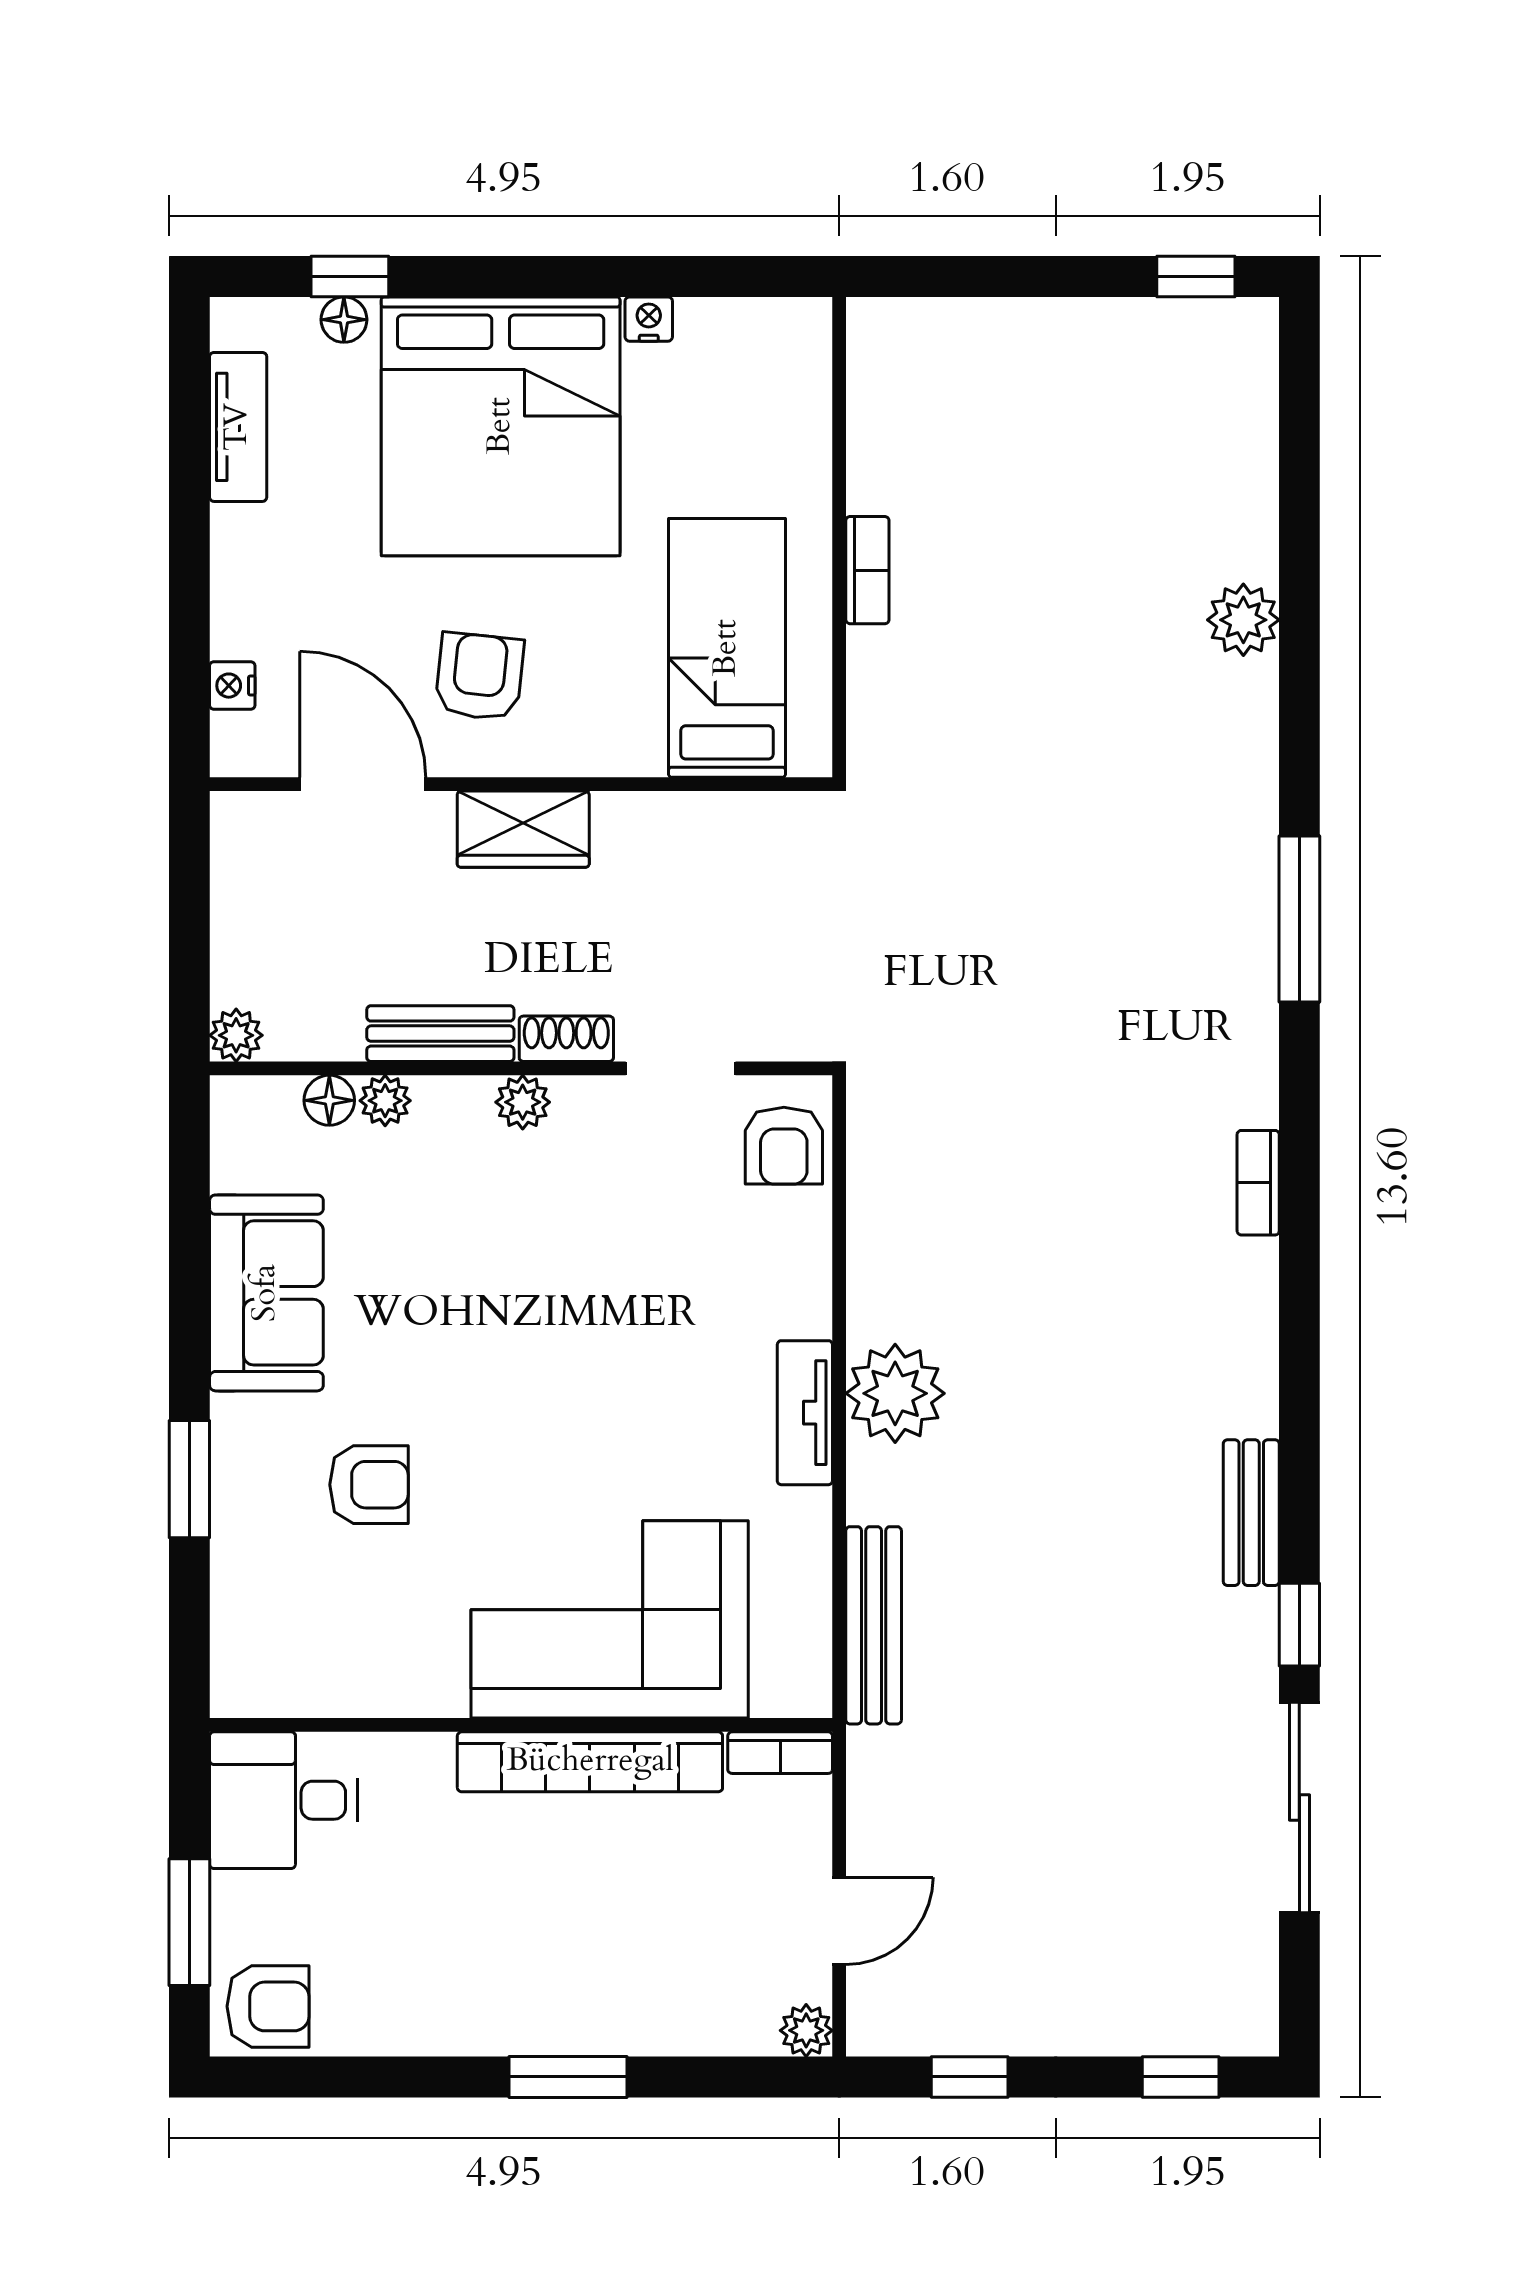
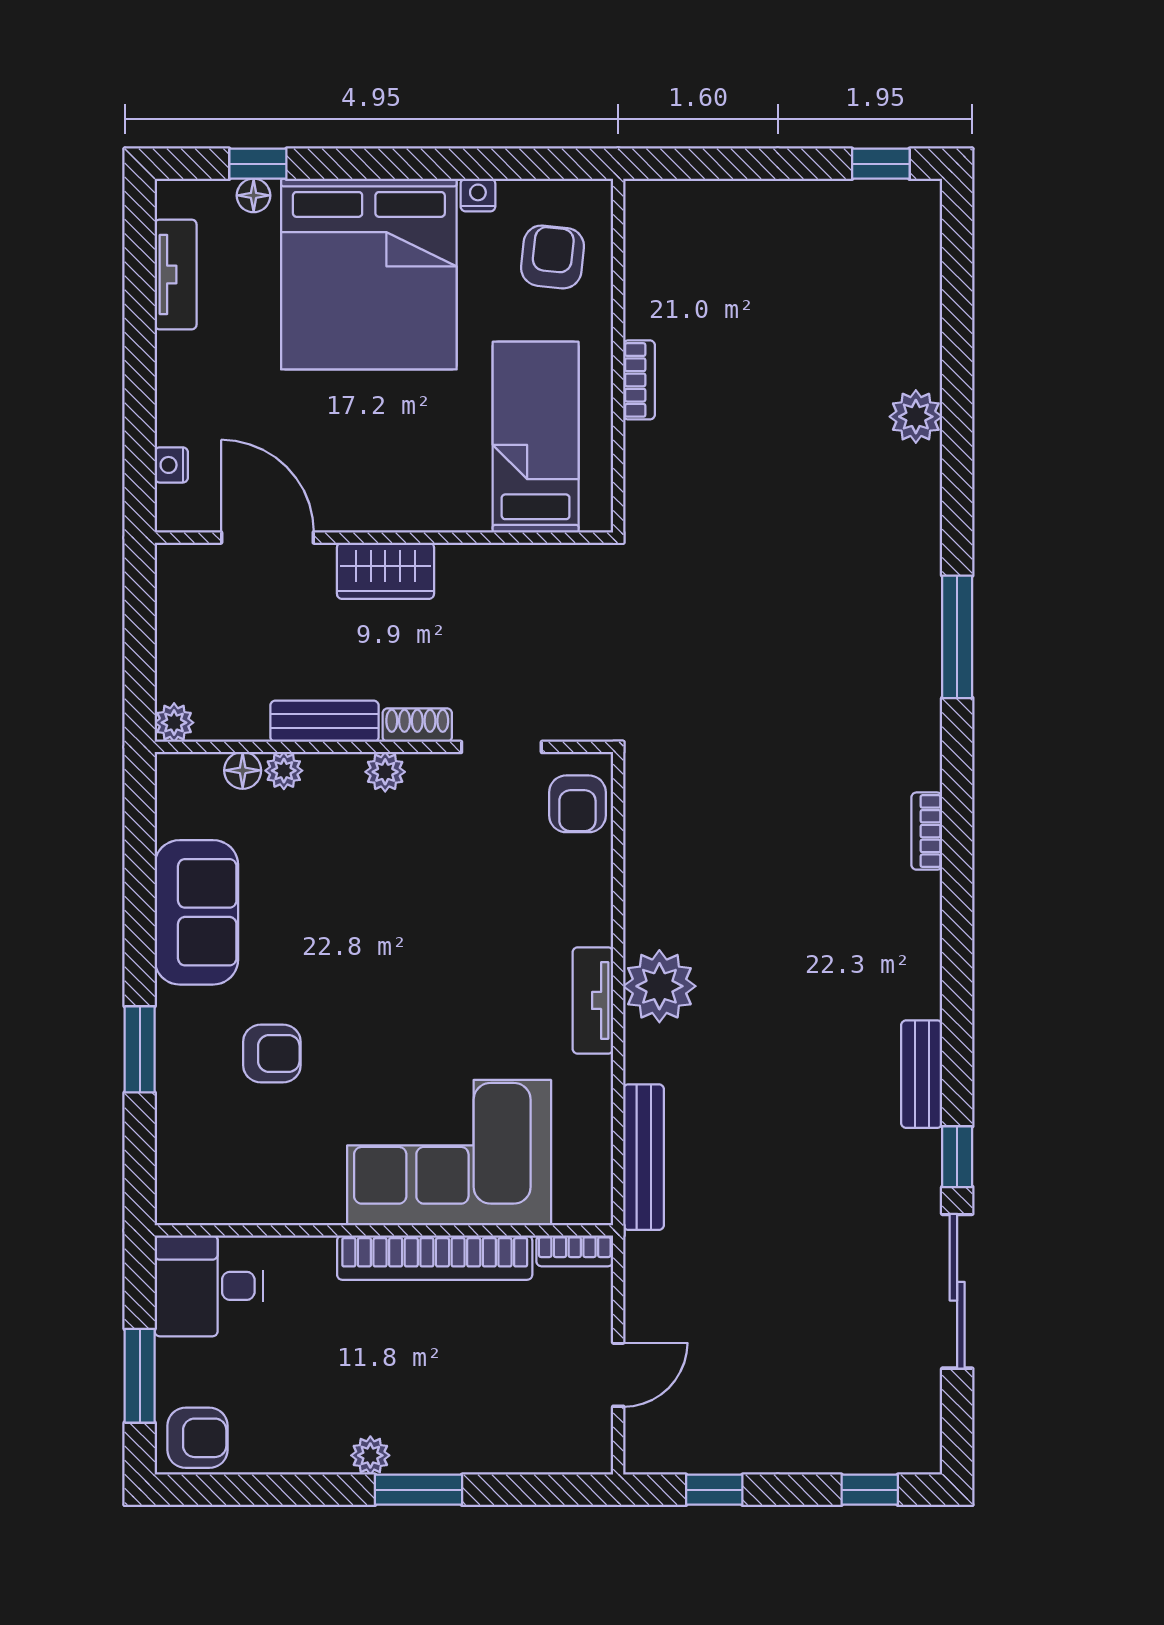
armchair: (479, 677) -> (552, 257), moved
plant: (806, 2030) -> (370, 1455), moved

